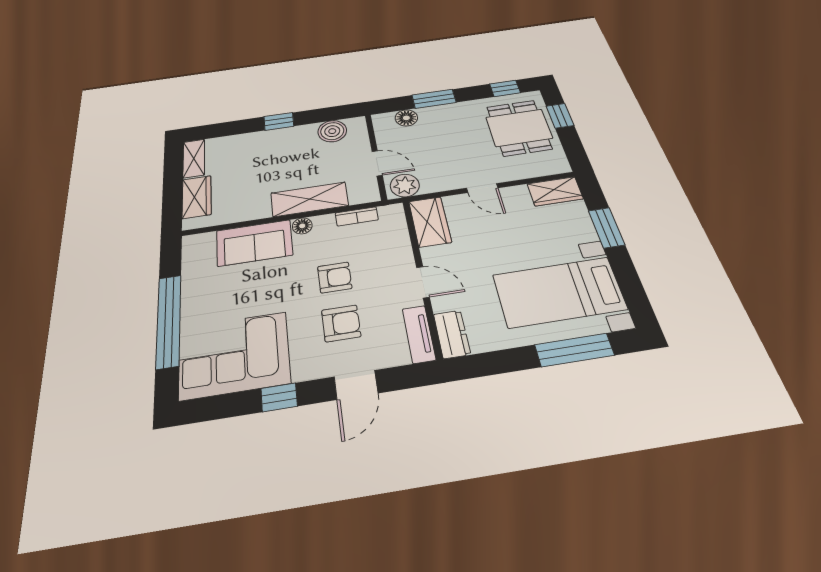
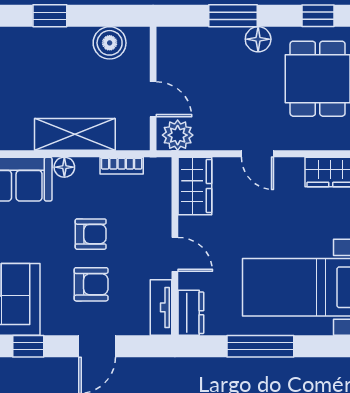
floor lamp: (406, 118) -> (258, 39), moved
window: (574, 350) -> (260, 346), moved

